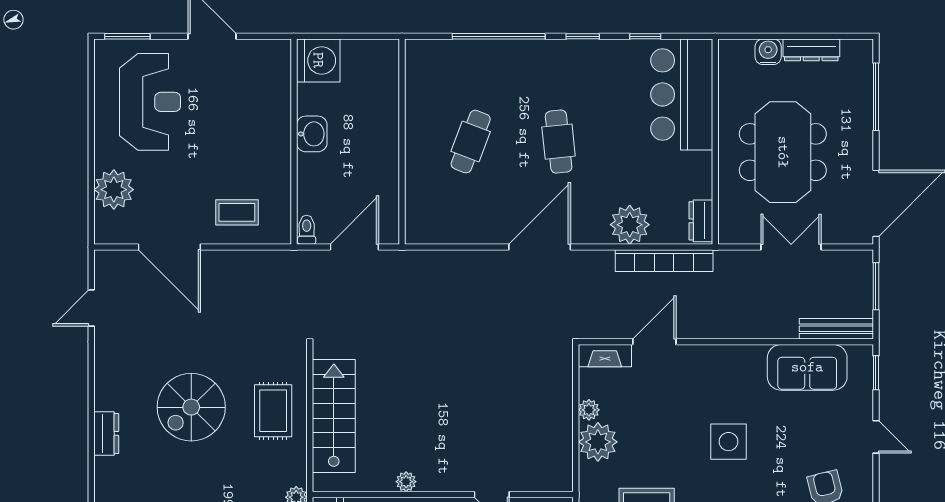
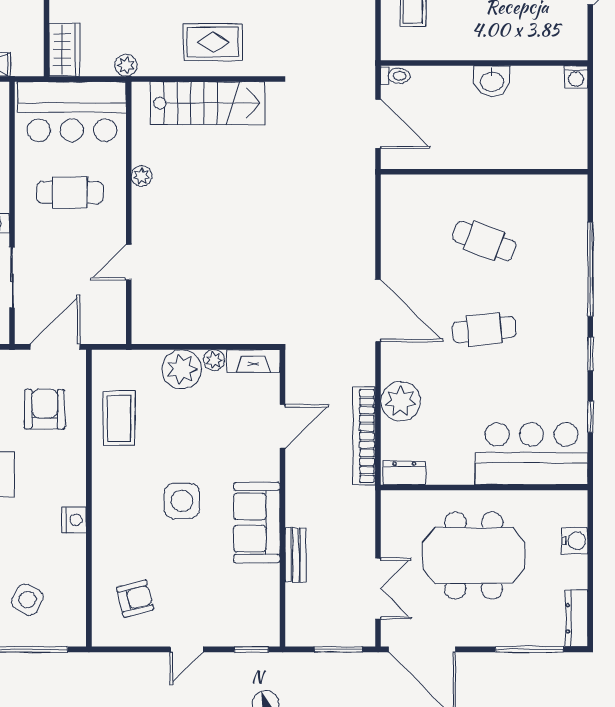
dresser: (811, 50) -> (577, 618), moved
washing machine: (318, 60) -> (576, 77), width x0.53, depth x0.53
double door: (791, 247) -> (378, 589), moved
bench: (836, 329) -> (296, 555), moved, width x0.73
door: (654, 342) -> (283, 426), hinge flipped
fireplace: (605, 356) -> (253, 361), moved, turned -90
sofa: (807, 367) -> (257, 523), moved

